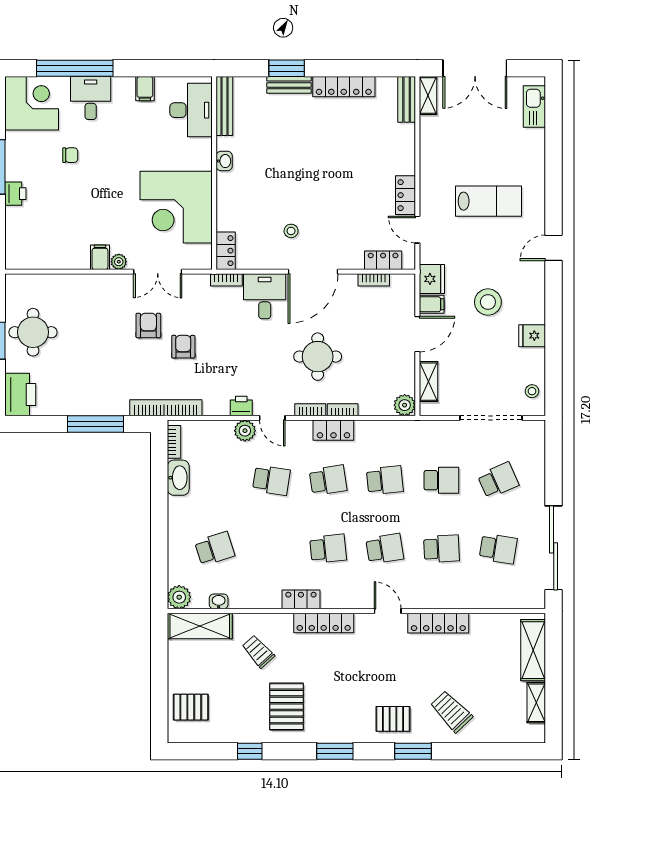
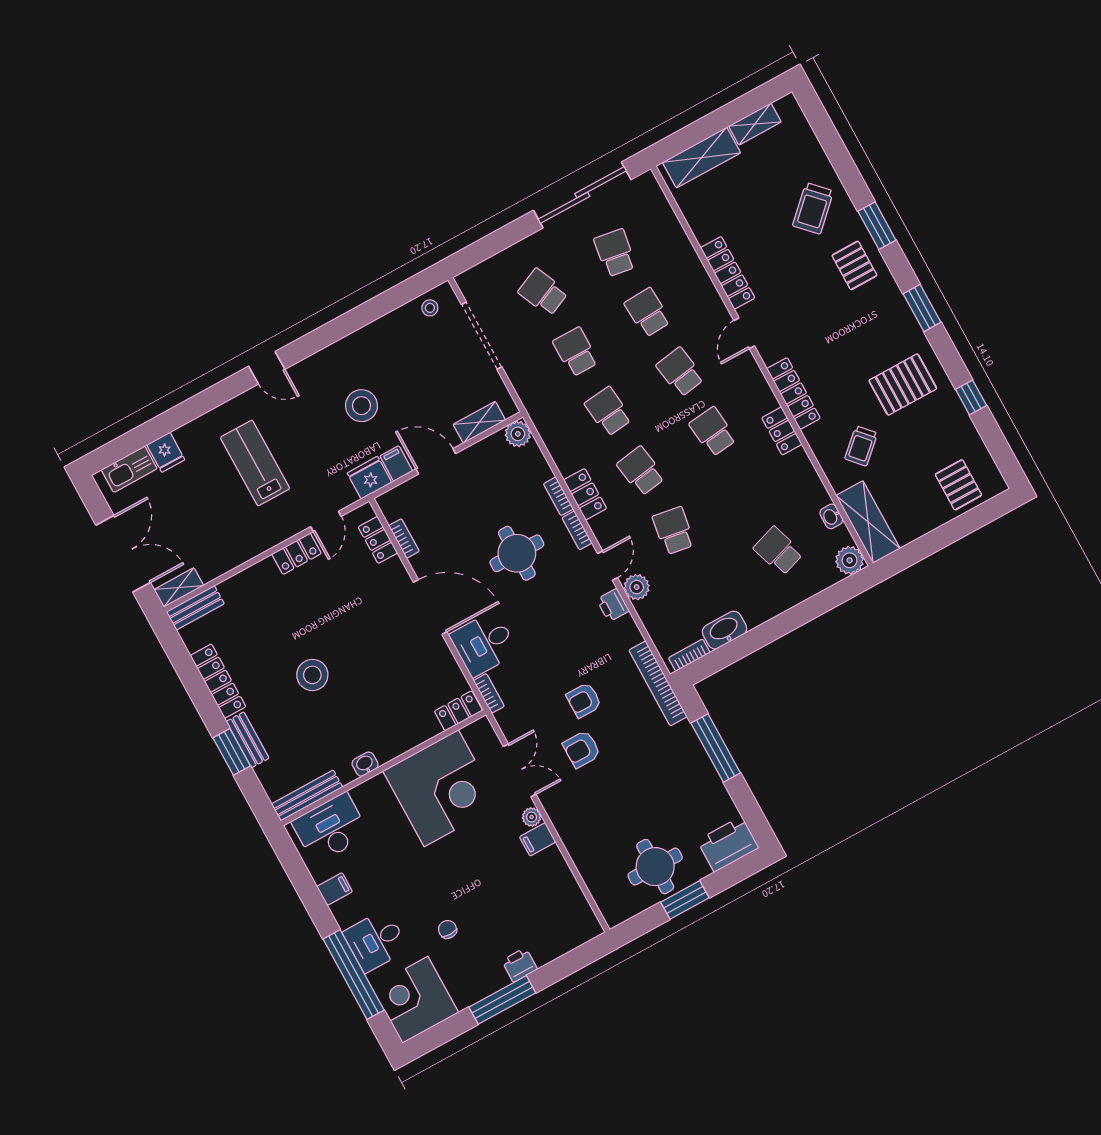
stool: (291, 231) -> (312, 675), moved, width x1.89, depth x1.89
fridge: (532, 336) -> (166, 452), moved

